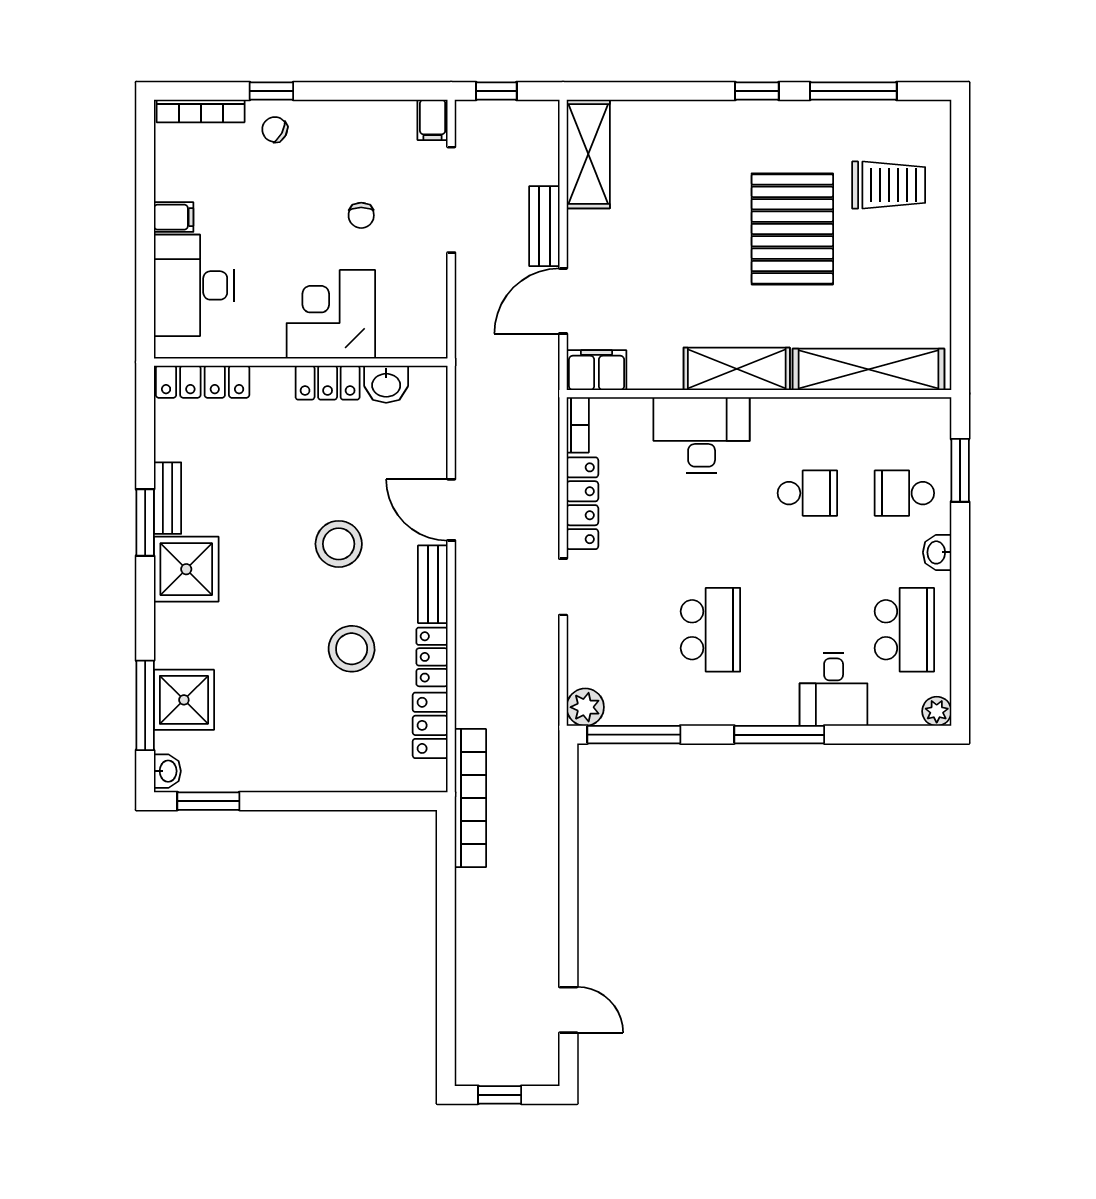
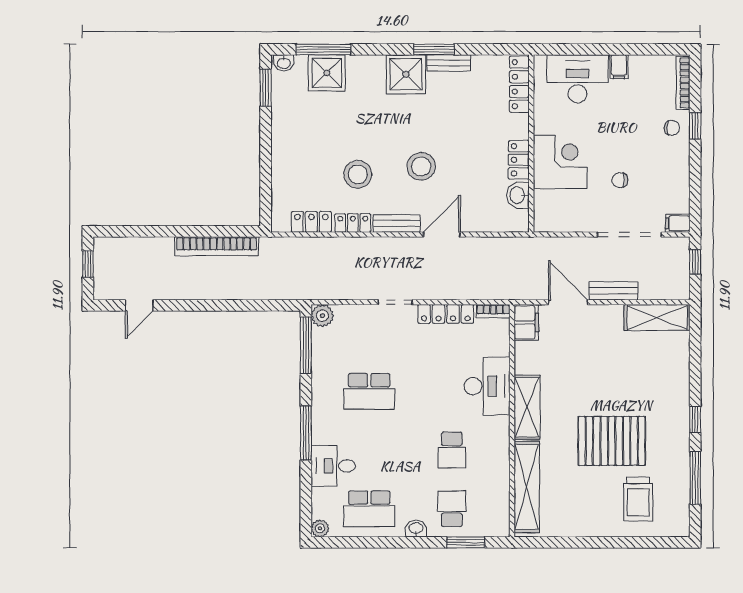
chair: (275, 129) -> (672, 128), turned 62
bookcase: (470, 798) -> (217, 246), moved

